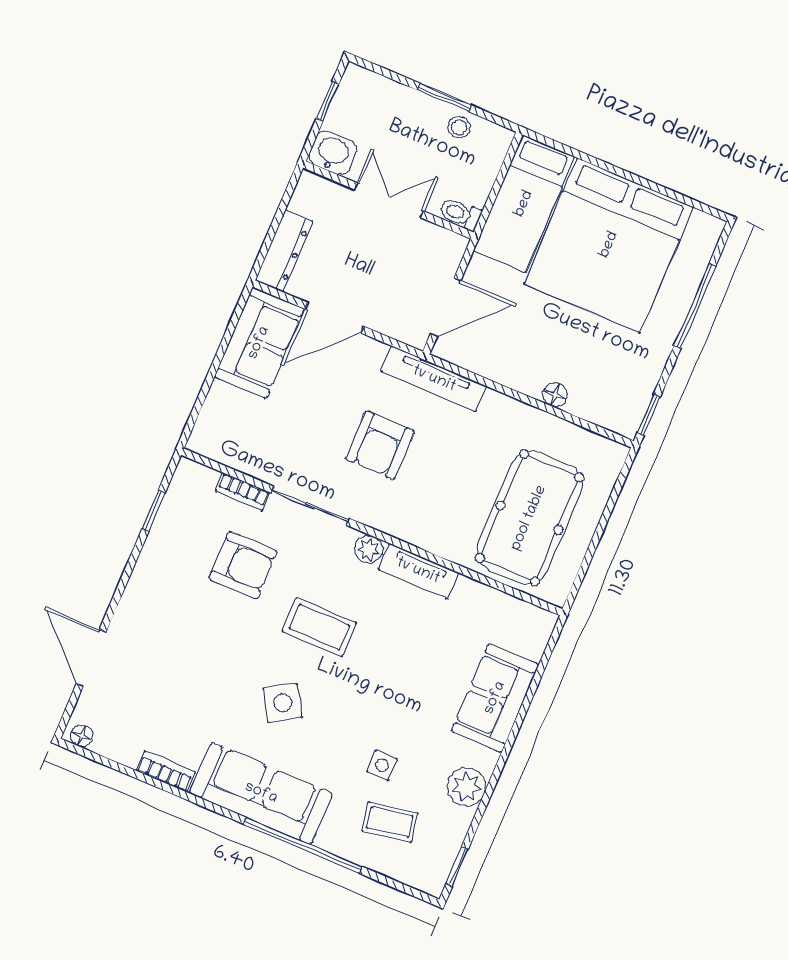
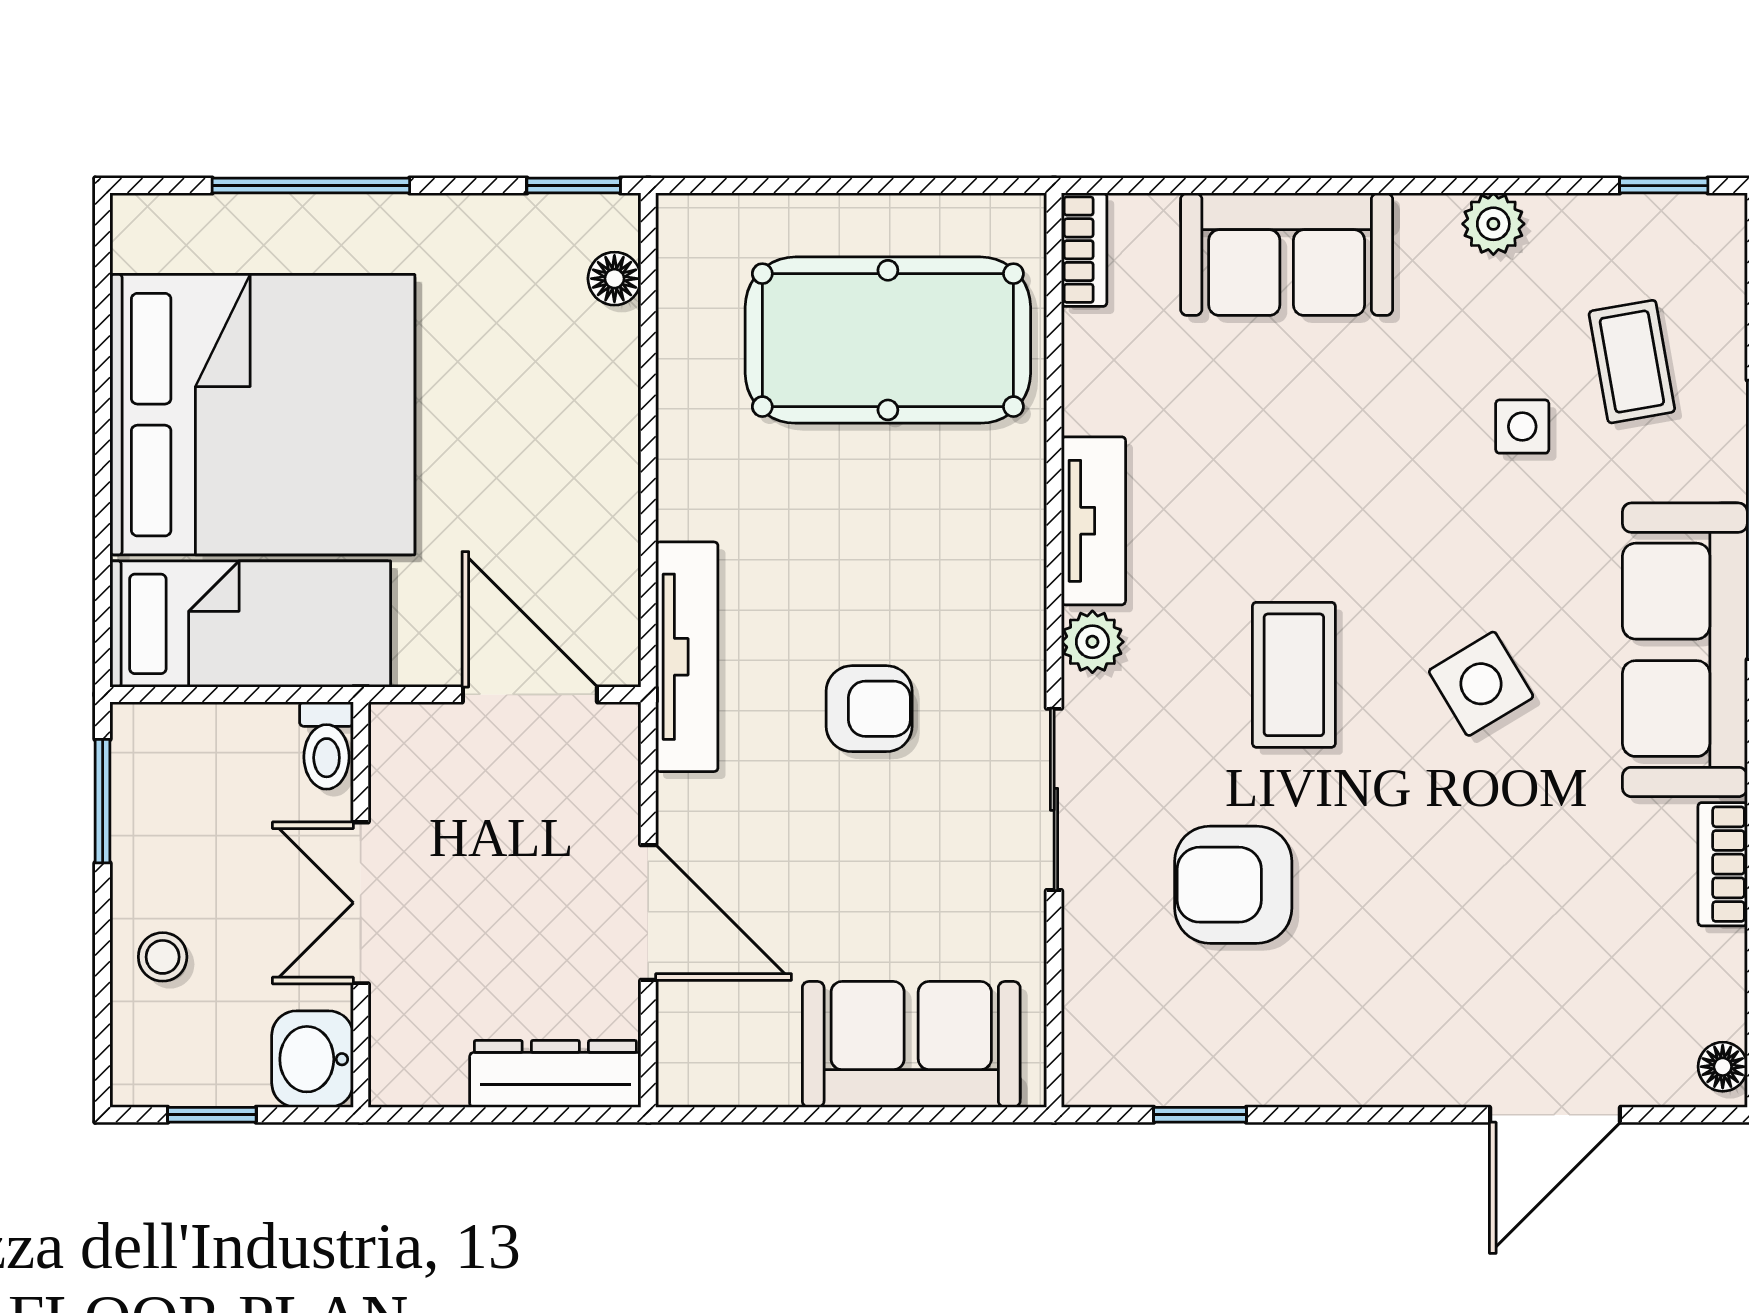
window: (444, 98) -> (103, 801), moved
stool: (459, 127) -> (163, 957), moved
sofa: (259, 343) -> (911, 1044), moved
floor lamp: (555, 395) -> (614, 279), moved
armchair: (380, 445) -> (869, 709), width x0.72, depth x0.72
bookcase: (243, 492) -> (1084, 250), moved
armchair: (243, 565) -> (1233, 885), turned -90
plant: (466, 787) -> (1493, 224), width x0.73, depth x0.73

